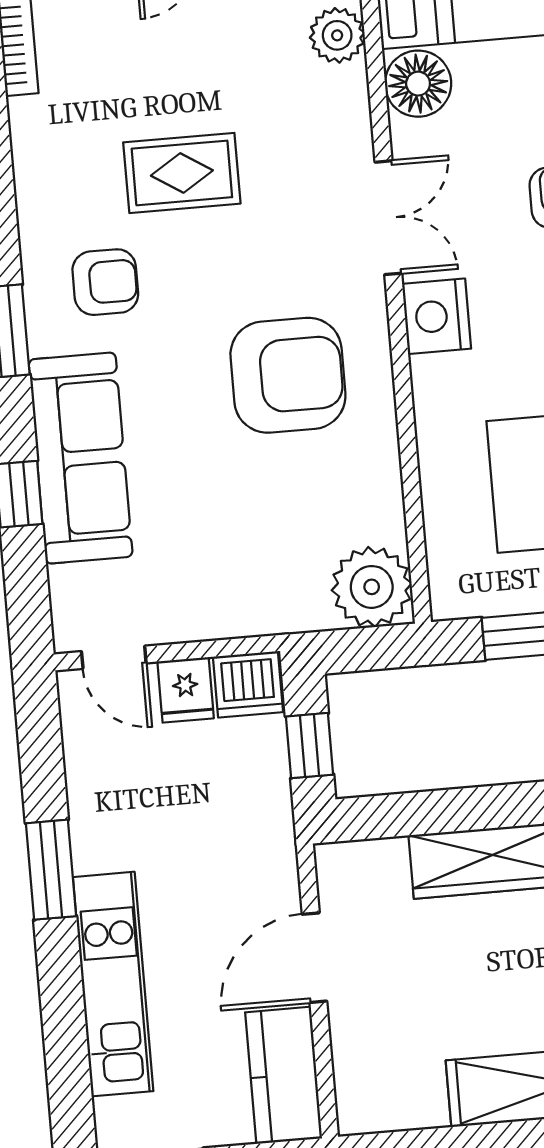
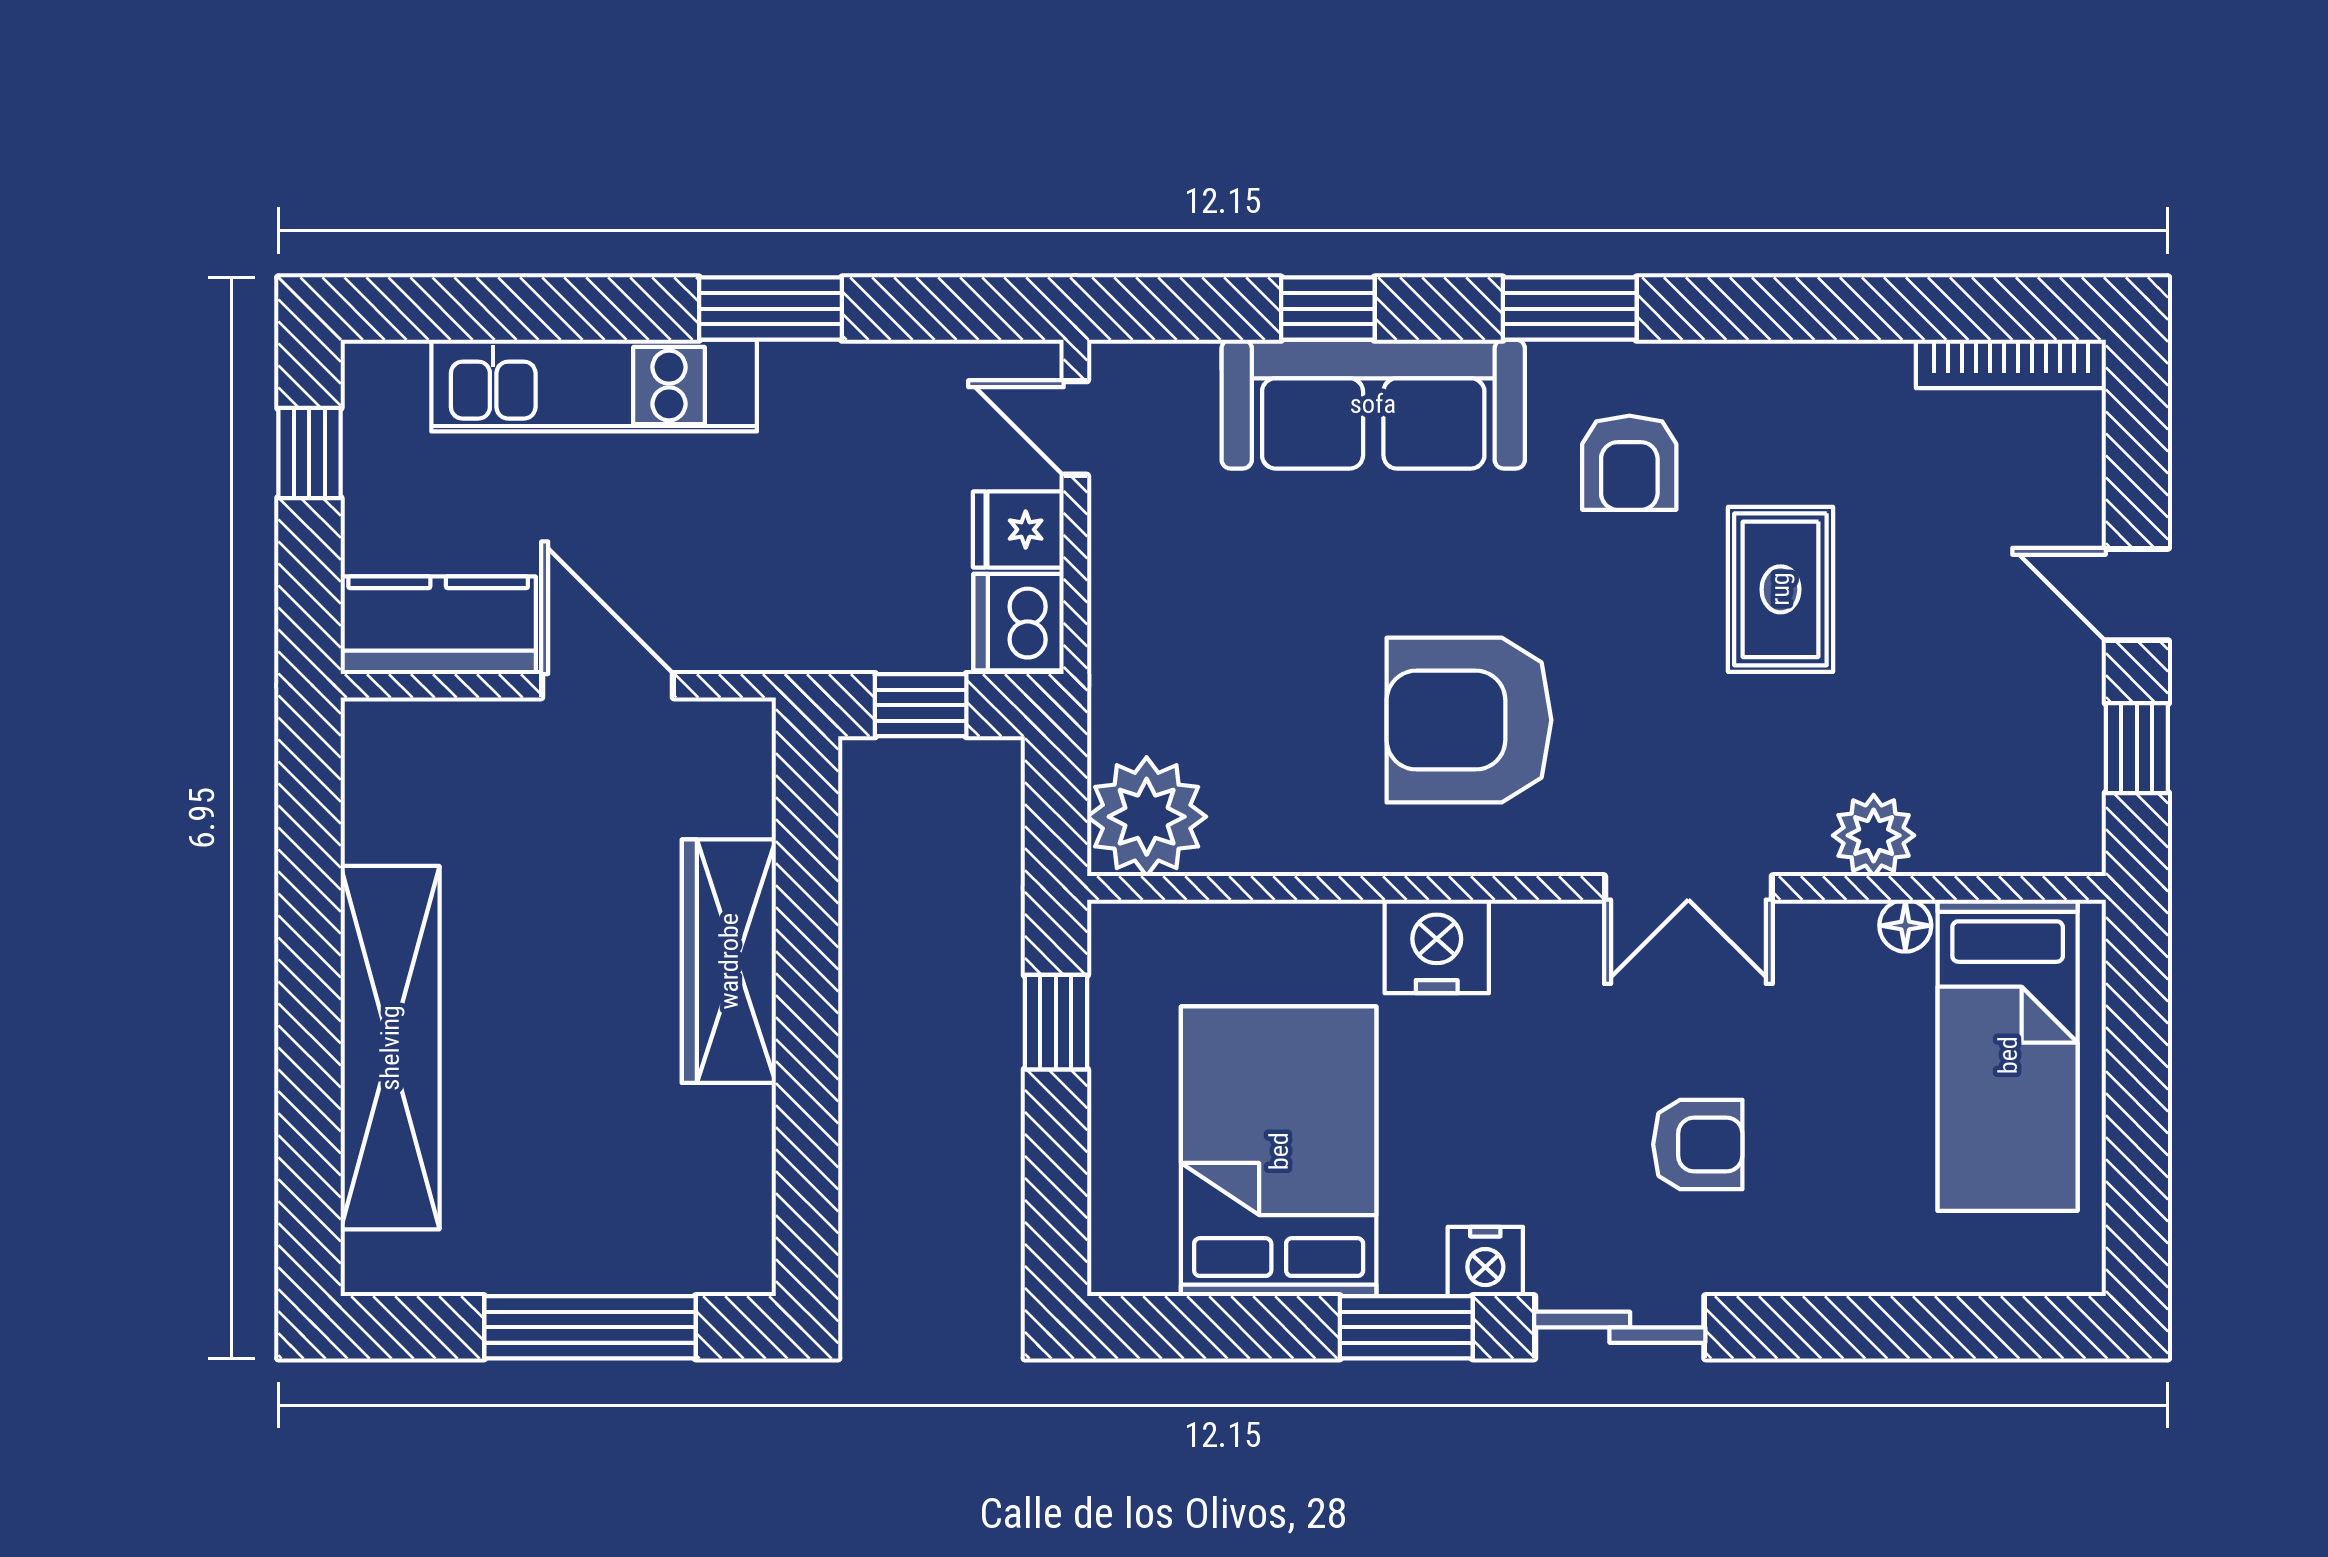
plant: (337, 35) -> (1874, 835), moved
floor lamp: (418, 84) -> (1905, 926), width x0.53, depth x0.53
nightstand: (436, 316) -> (1437, 946), moved
armchair: (288, 375) -> (1469, 720), turned 90
door: (114, 657) -> (1075, 428), hinge flipped

